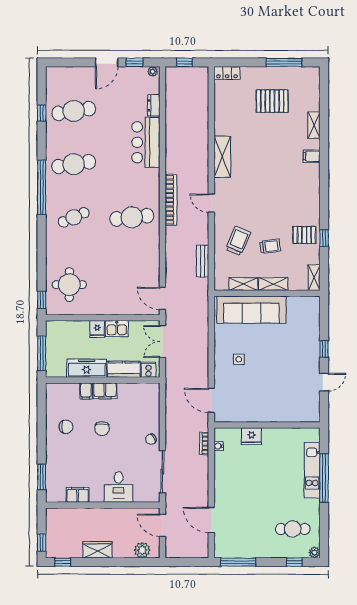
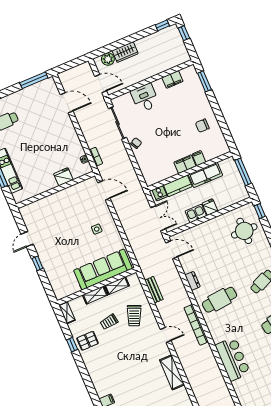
dresser: (154, 105) -> (192, 281), moved
chair: (102, 428) -> (175, 136), removed
wardrobe: (97, 550) -> (125, 52), moved

